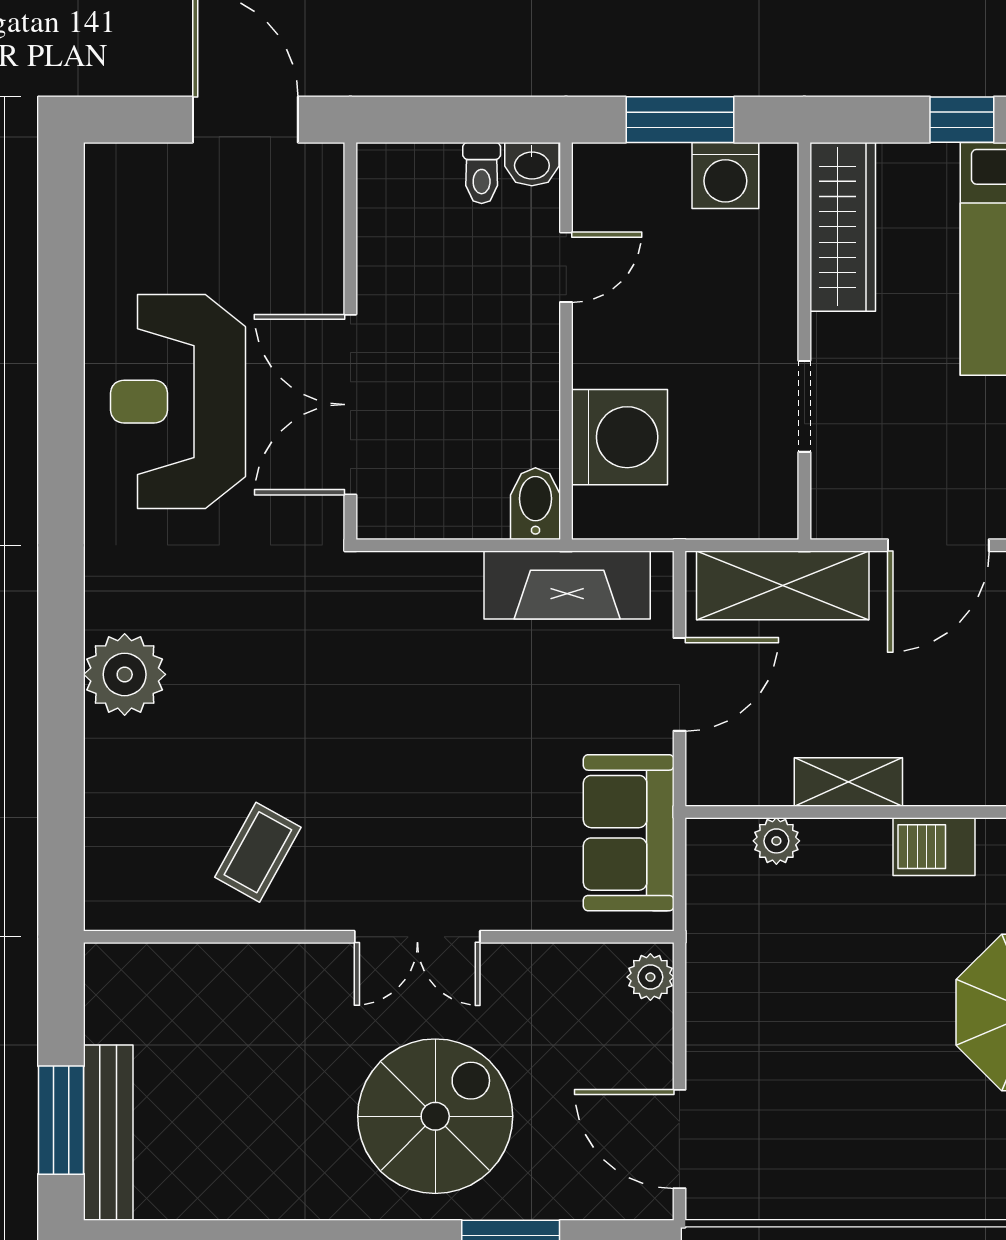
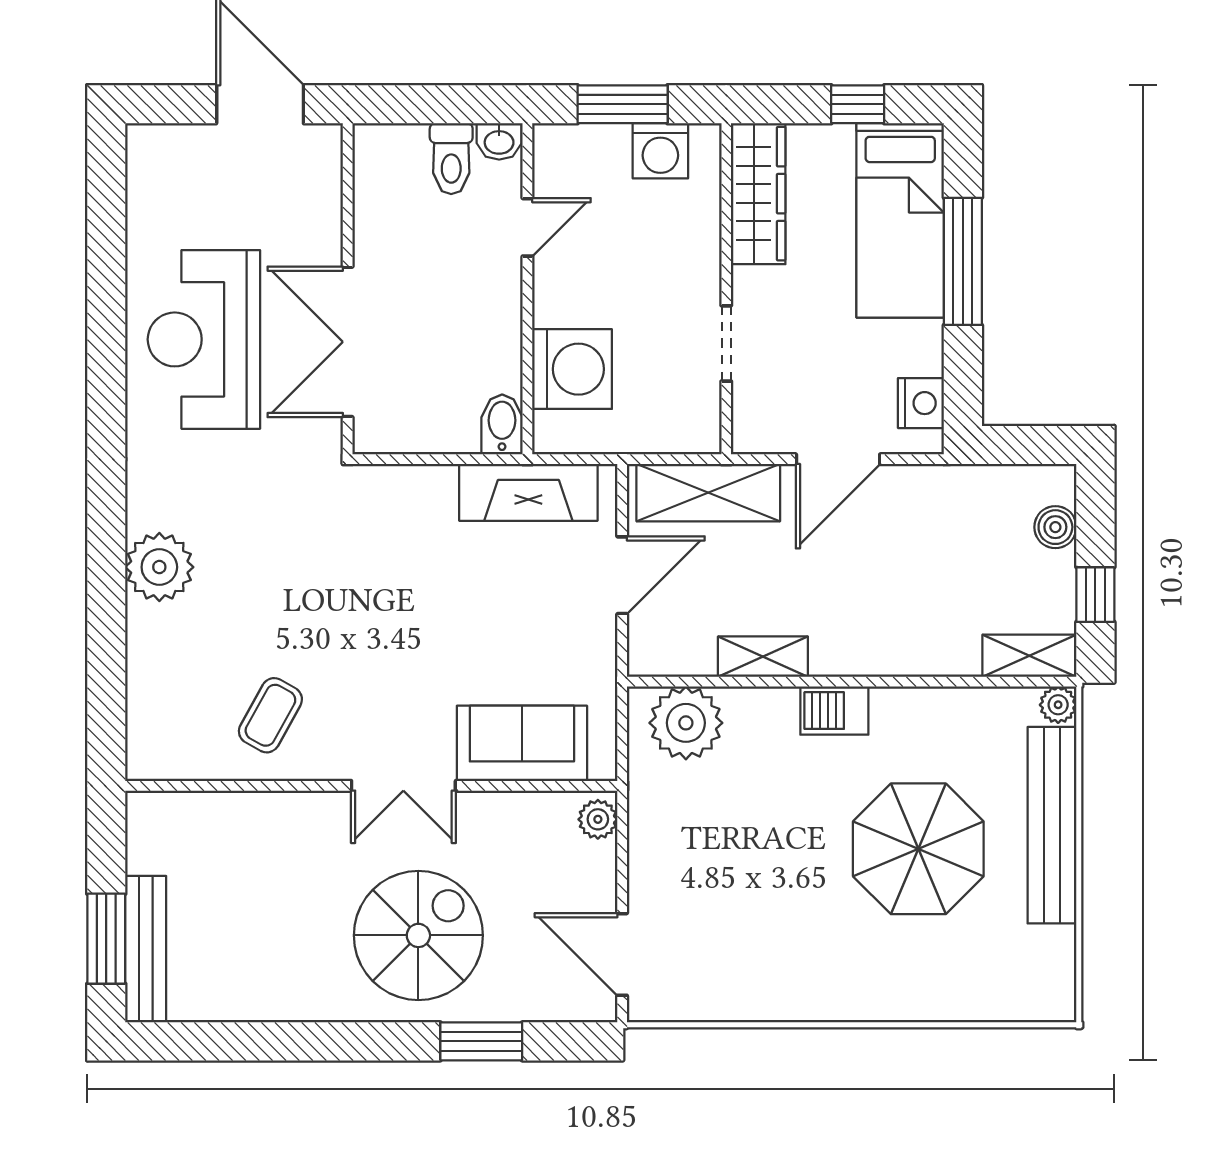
toilet: (482, 173) -> (451, 159), width x1.37, depth x1.39
sofa: (629, 833) -> (522, 743), moved, turned 90
plant: (776, 841) -> (686, 723), width x1.88, depth x1.88

